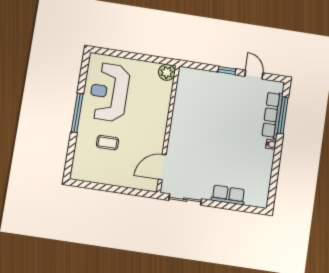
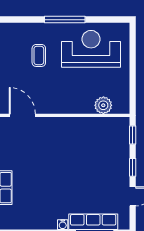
window: (197, 66) -> (133, 135), added
plant: (167, 72) -> (103, 105), moved

